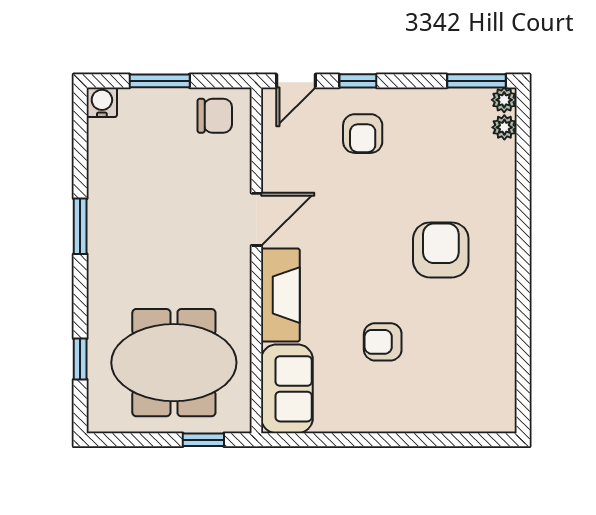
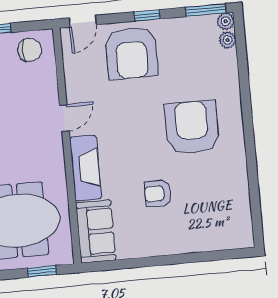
window: (358, 81) -> (147, 15), moved
armchair: (363, 134) -> (131, 53), width x1.88, depth x1.88
door: (256, 219) -> (64, 118), width x0.73
armchair: (441, 250) -> (192, 127), width x1.36, depth x1.36

